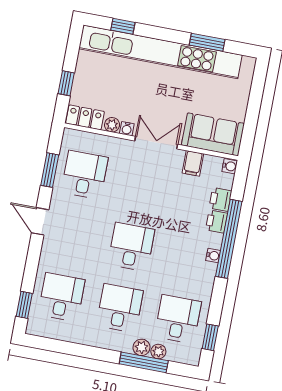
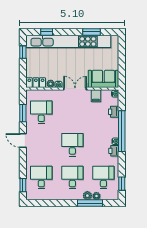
window: (66, 83) -> (23, 52), moved
printer: (217, 222) -> (114, 151), moved

